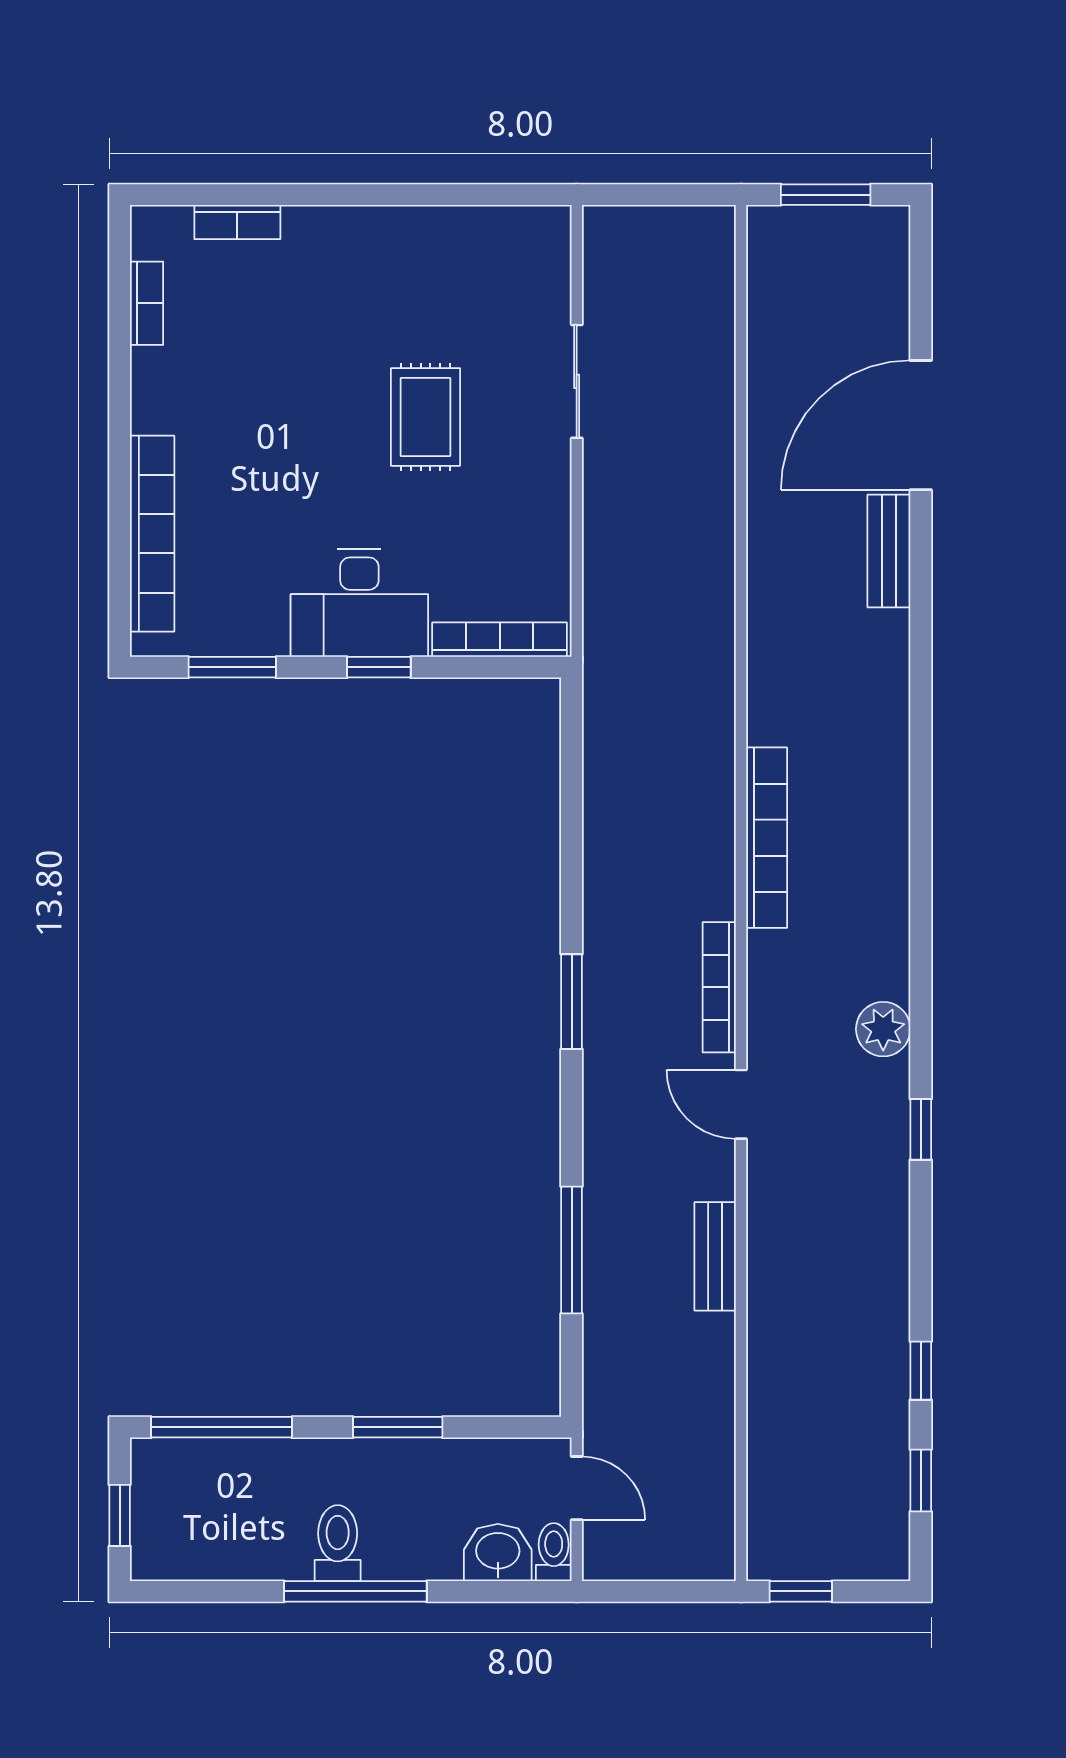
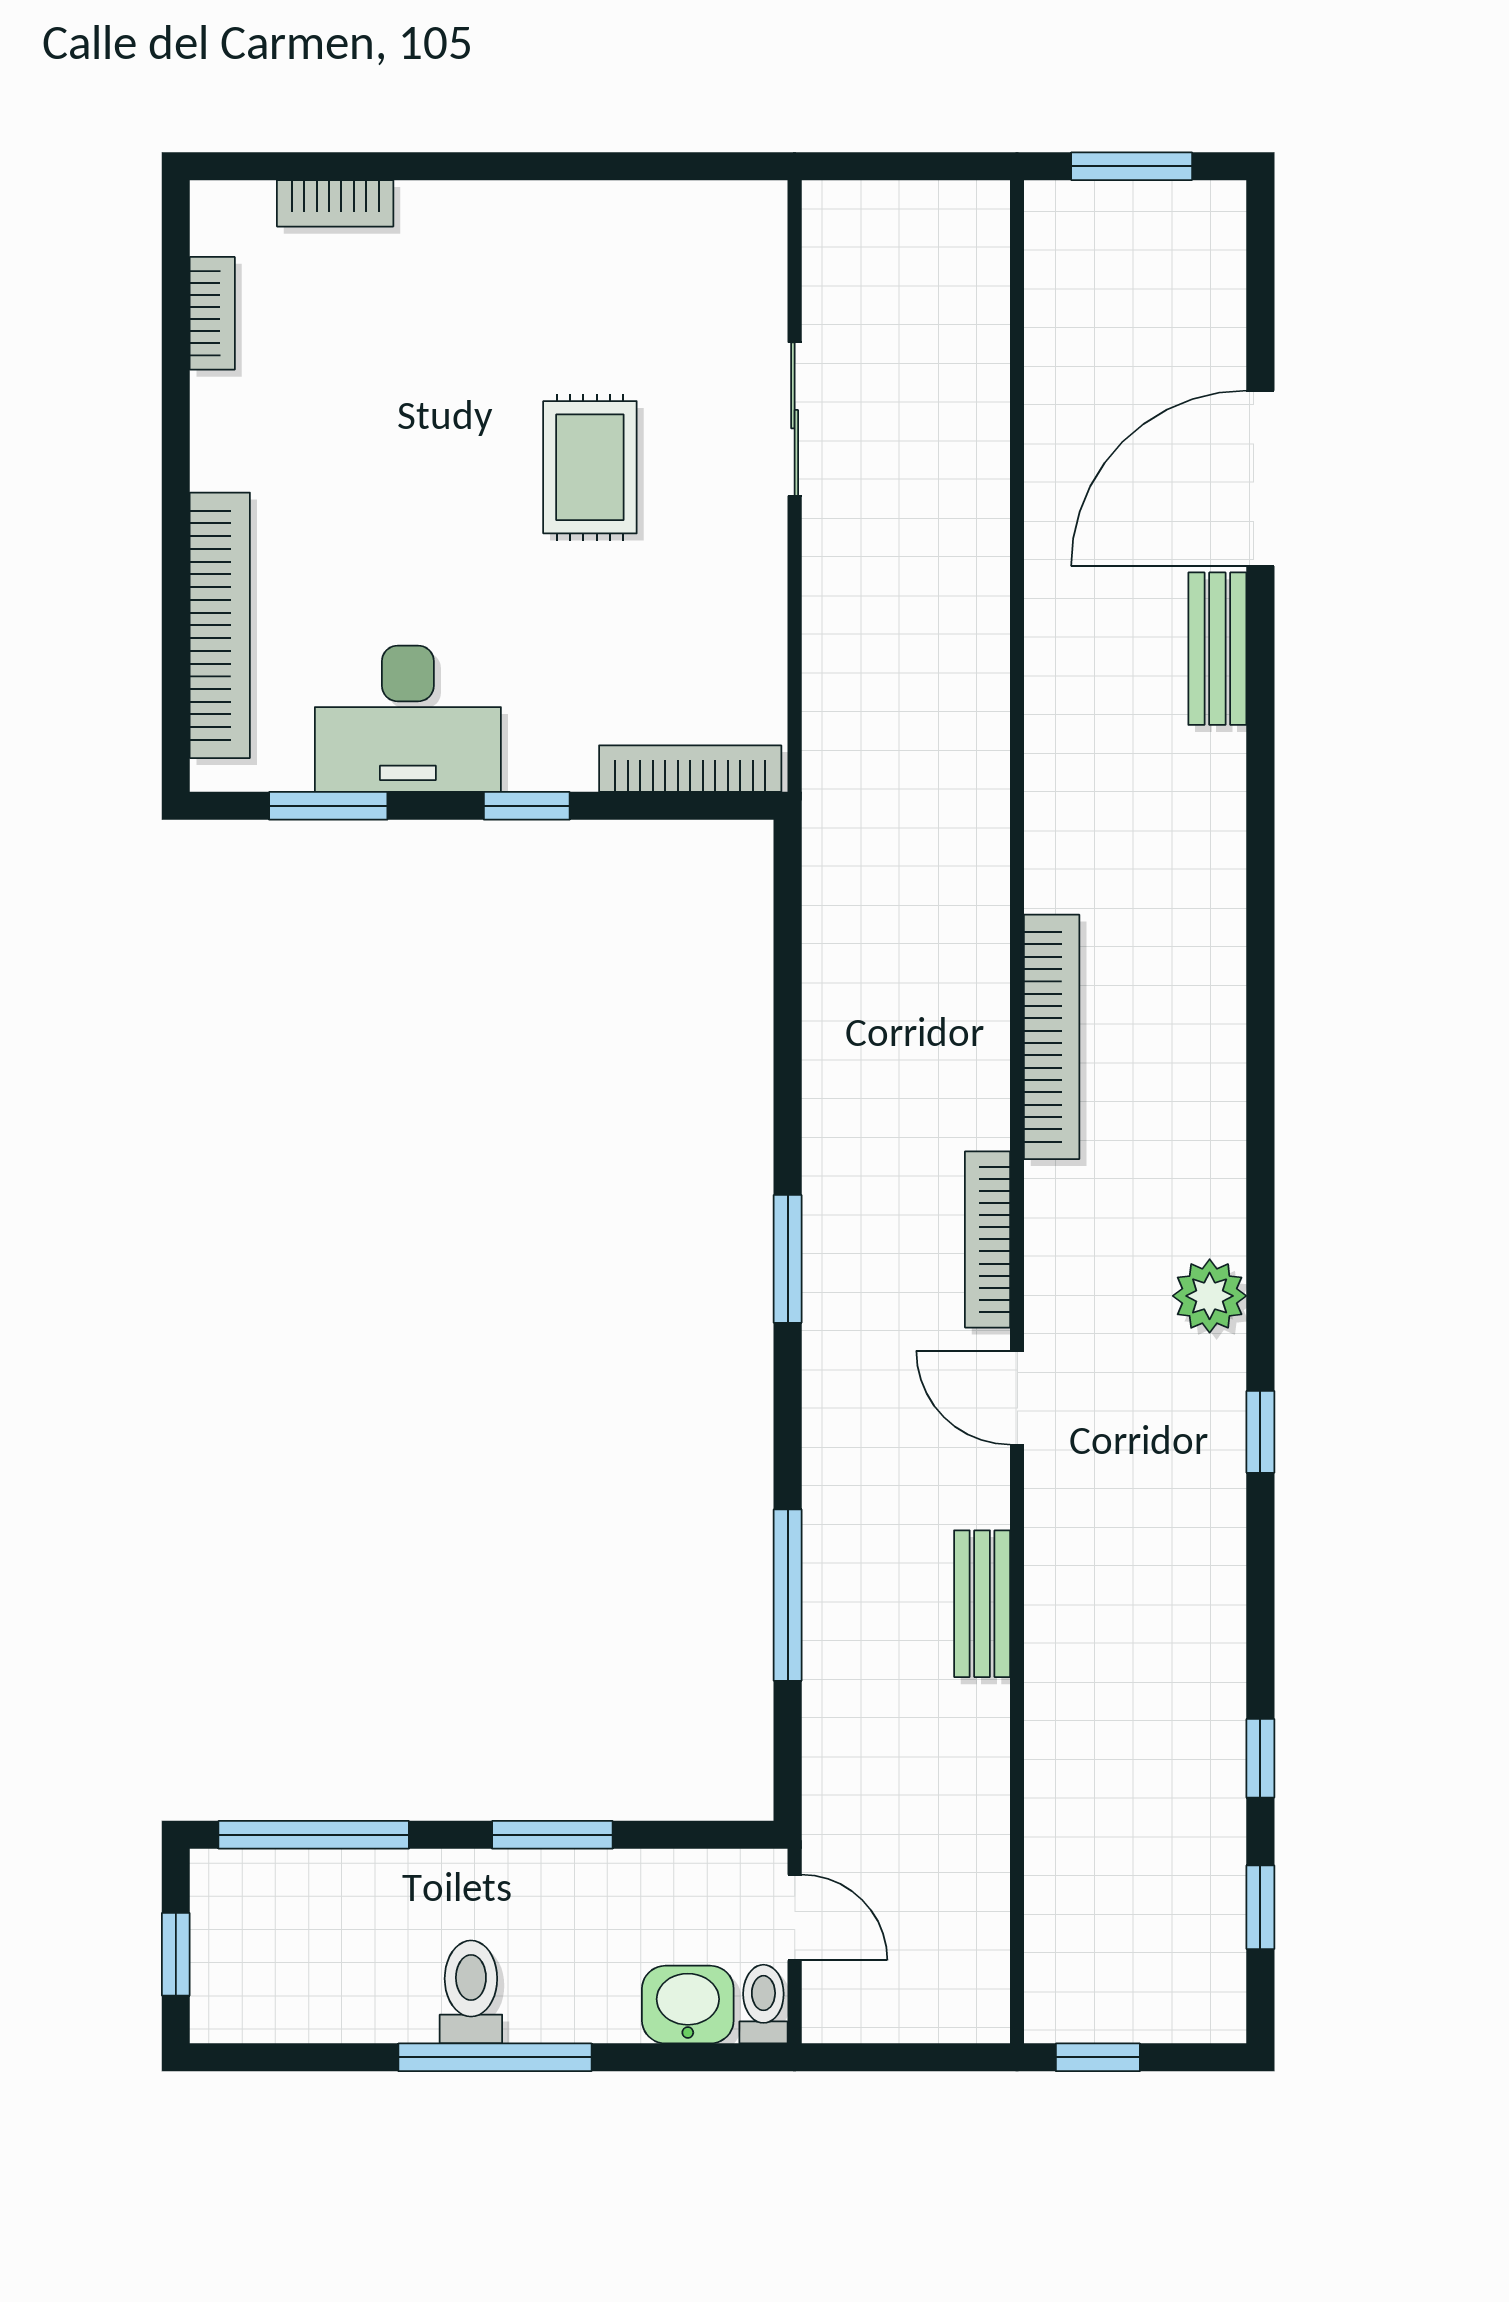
desk: (359, 603) -> (408, 719), moved

